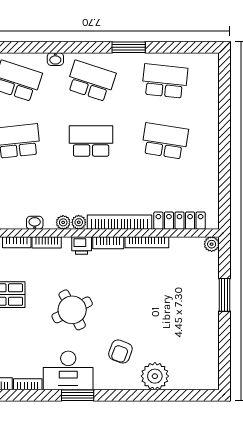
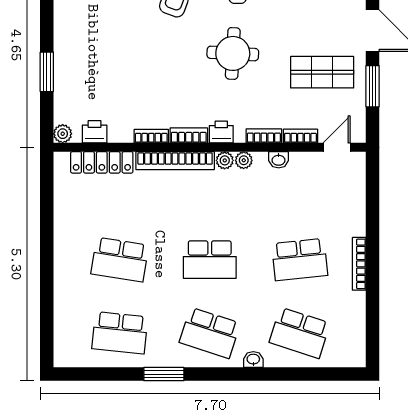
bookcase: (147, 242) -> (151, 136), width x0.64
printer: (185, 246) -> (95, 132), added
round table: (72, 310) -> (233, 53), turned 30

